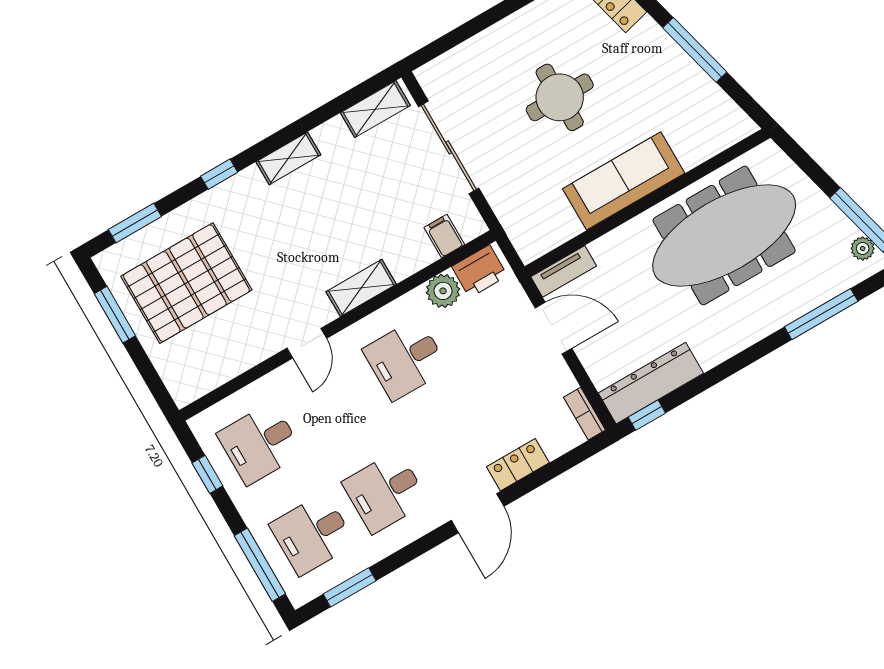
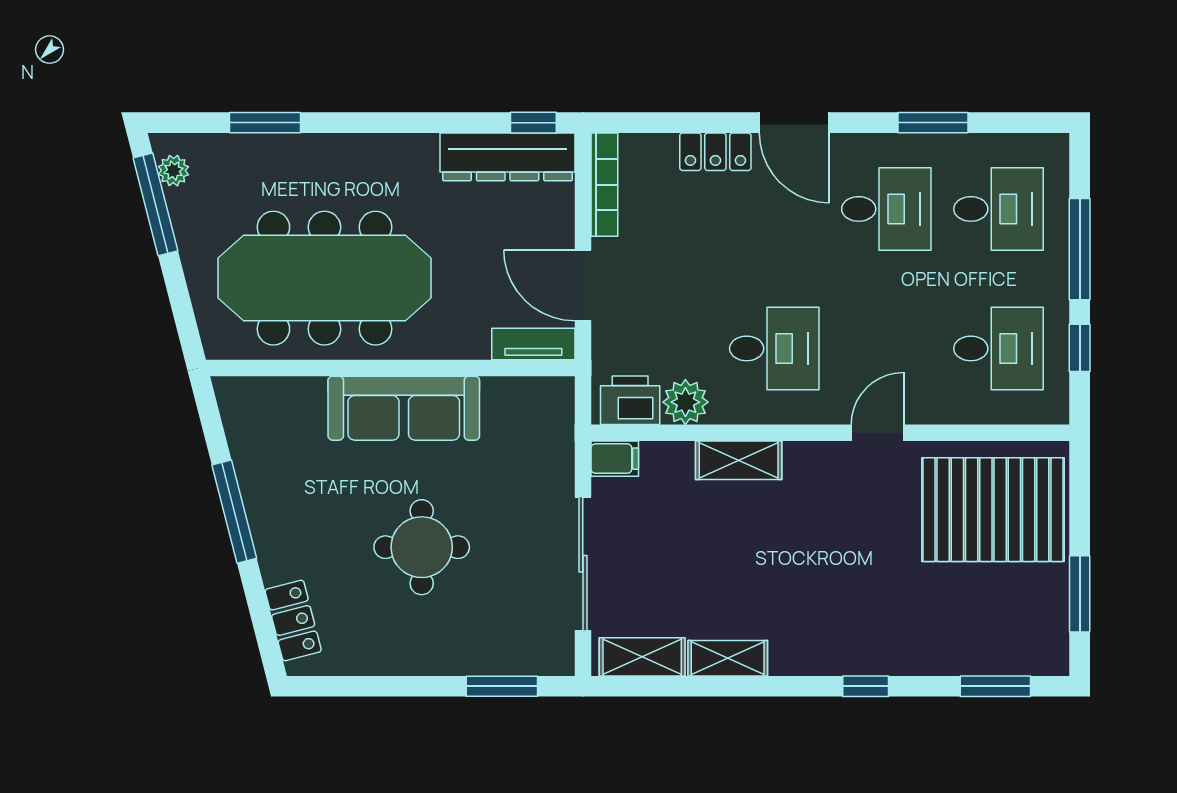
window: (455, 37) -> (502, 686), added
shelving: (288, 158) -> (728, 658), moved
filing cabinet: (444, 236) -> (615, 459), moved, turned -90
pallet: (186, 283) -> (993, 510), moved
shelving: (361, 288) -> (739, 460), moved
window: (821, 314) -> (265, 123), width x0.69
bookcase: (585, 414) -> (604, 185), width x1.56
door: (478, 513) -> (794, 123), swing flipped
window: (260, 565) -> (1080, 249), moved
window: (350, 587) -> (933, 123), moved

